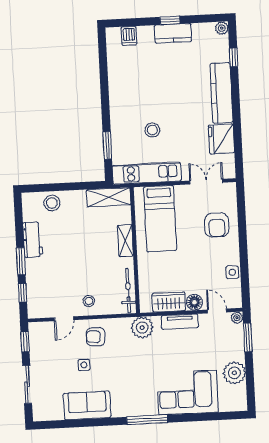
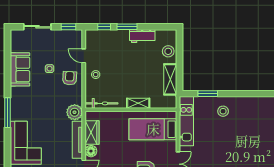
stool: (152, 130) -> (223, 111), moved
shelving: (109, 197) -> (170, 79), moved
tv unit: (180, 322) -> (77, 140), width x1.41

